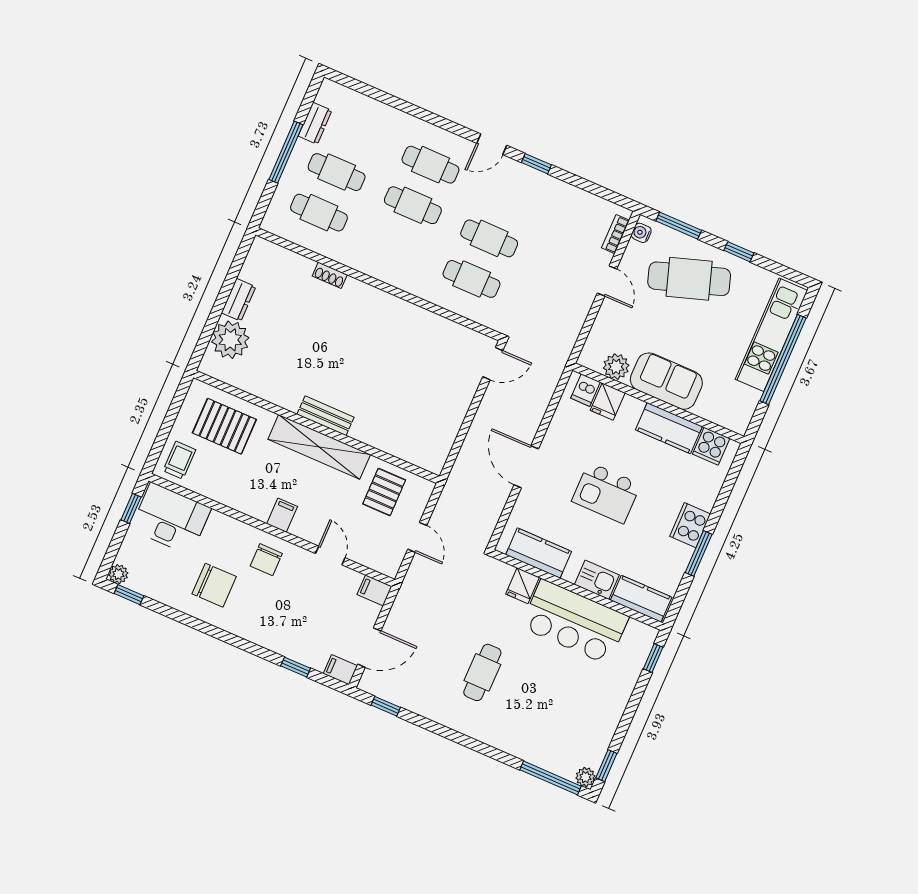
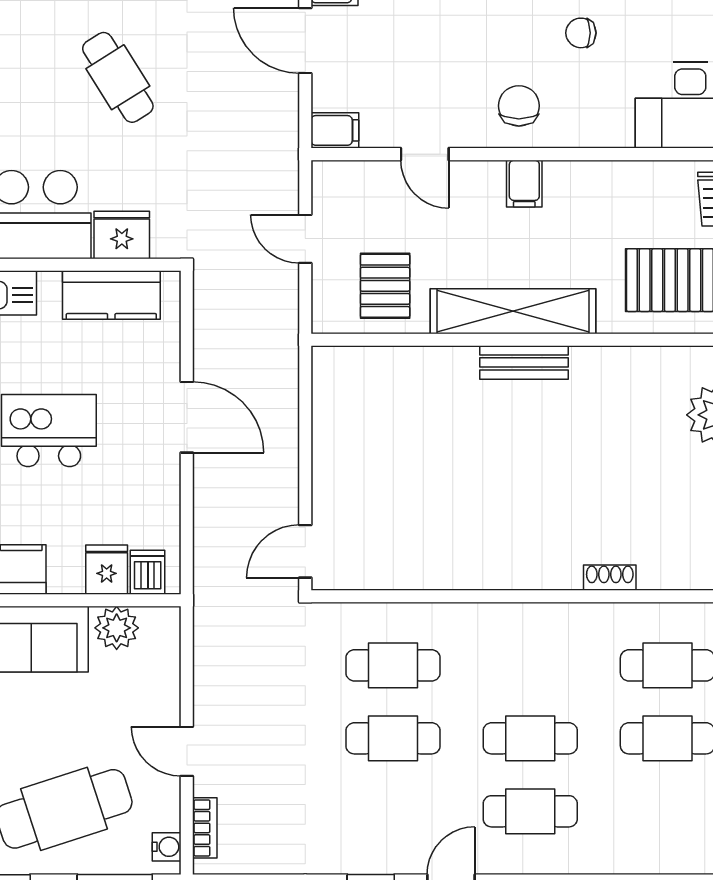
chair: (214, 585) -> (581, 33), width x0.54, depth x0.54
fridge: (523, 586) -> (122, 235), width x1.38
door: (369, 648) -> (305, 41), hinge flipped
cafe table: (482, 672) -> (118, 77), turned -32

